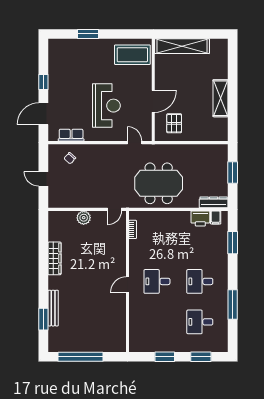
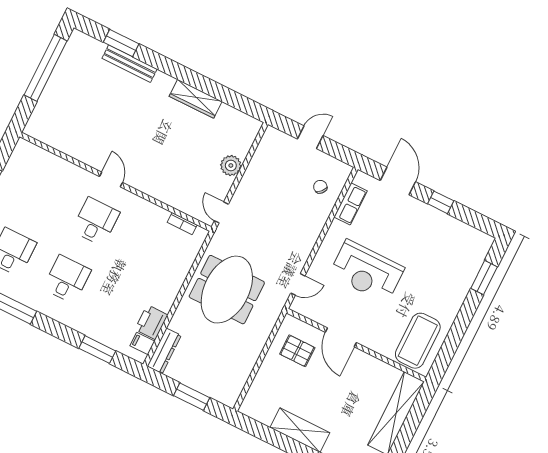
window: (88, 34) -> (484, 278), moved

